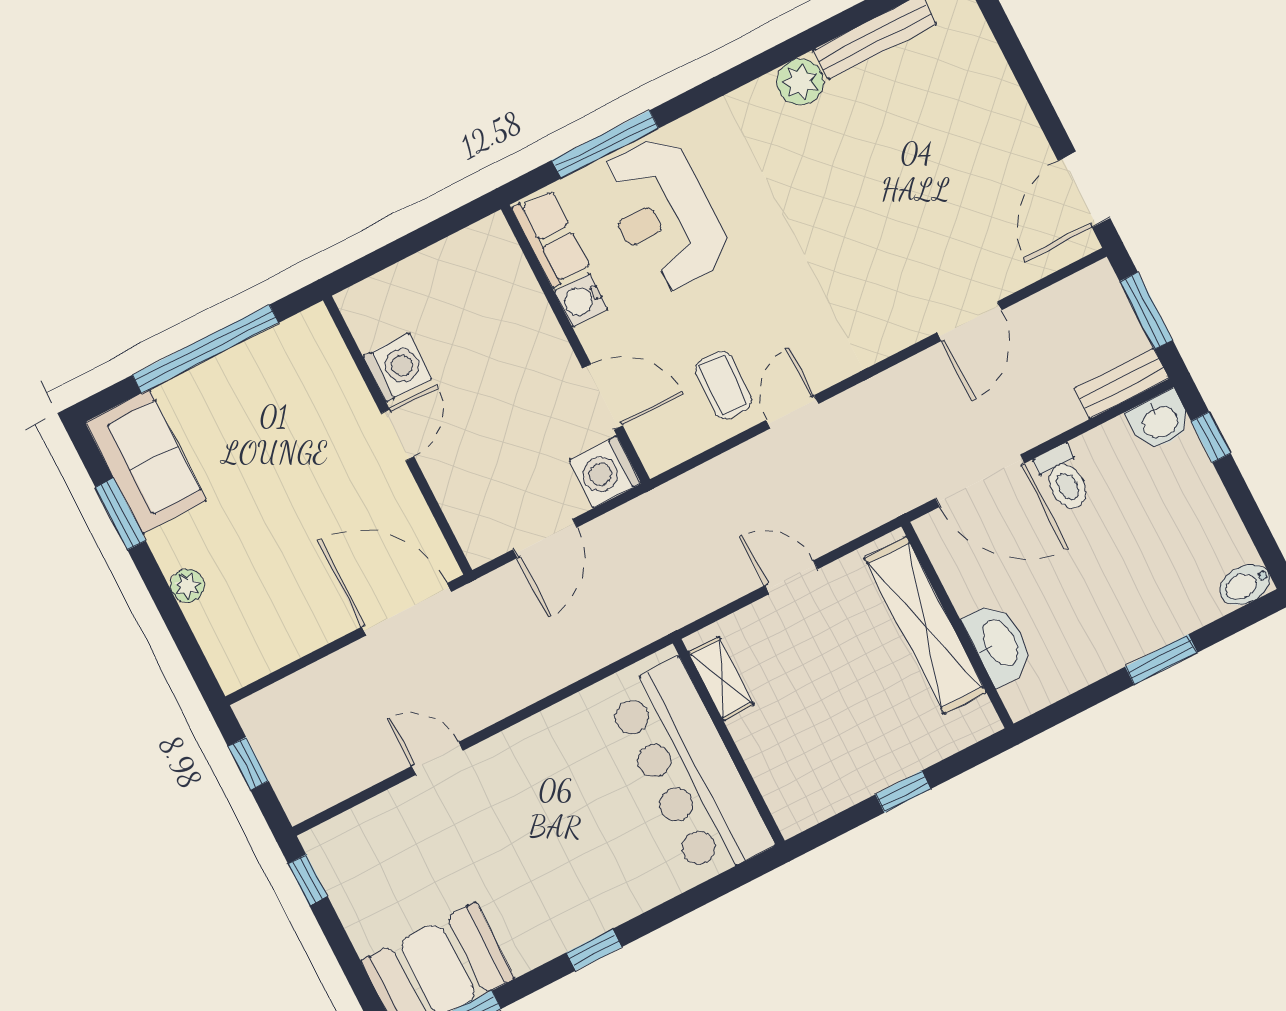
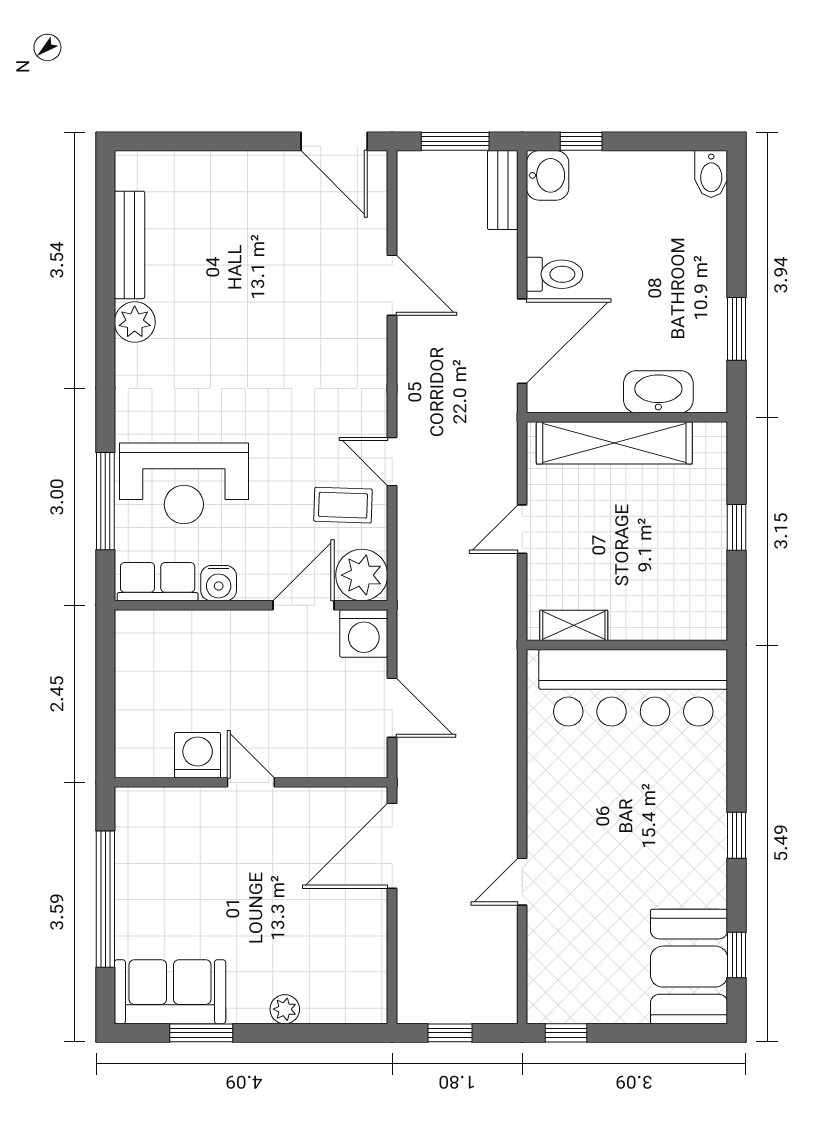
plant: (663, 440) -> (362, 575), added
window: (1161, 660) -> (737, 329), moved

